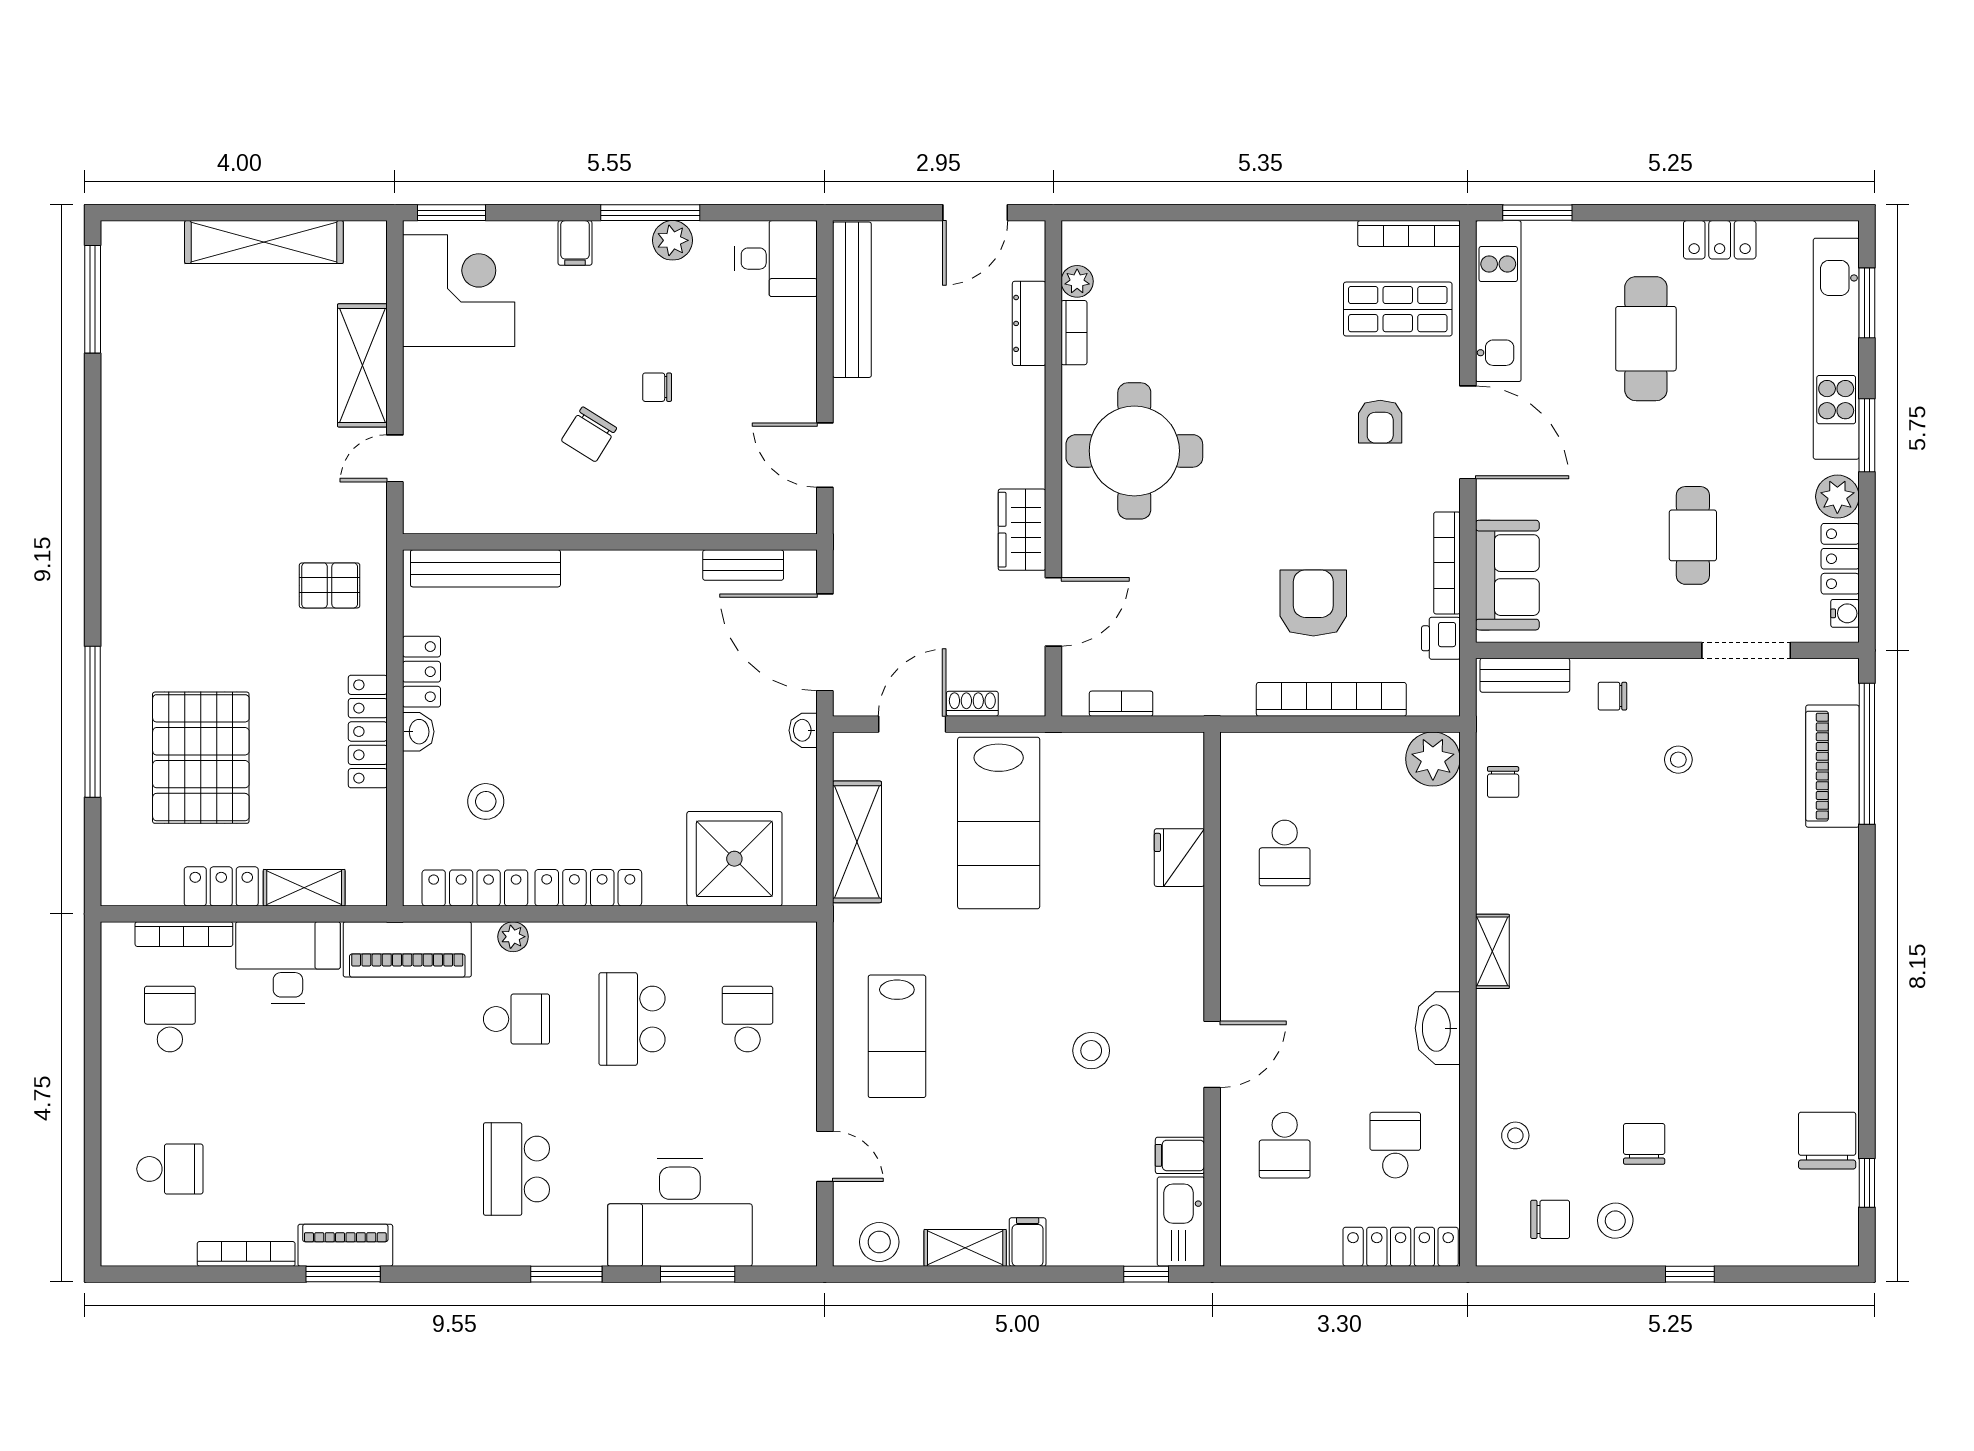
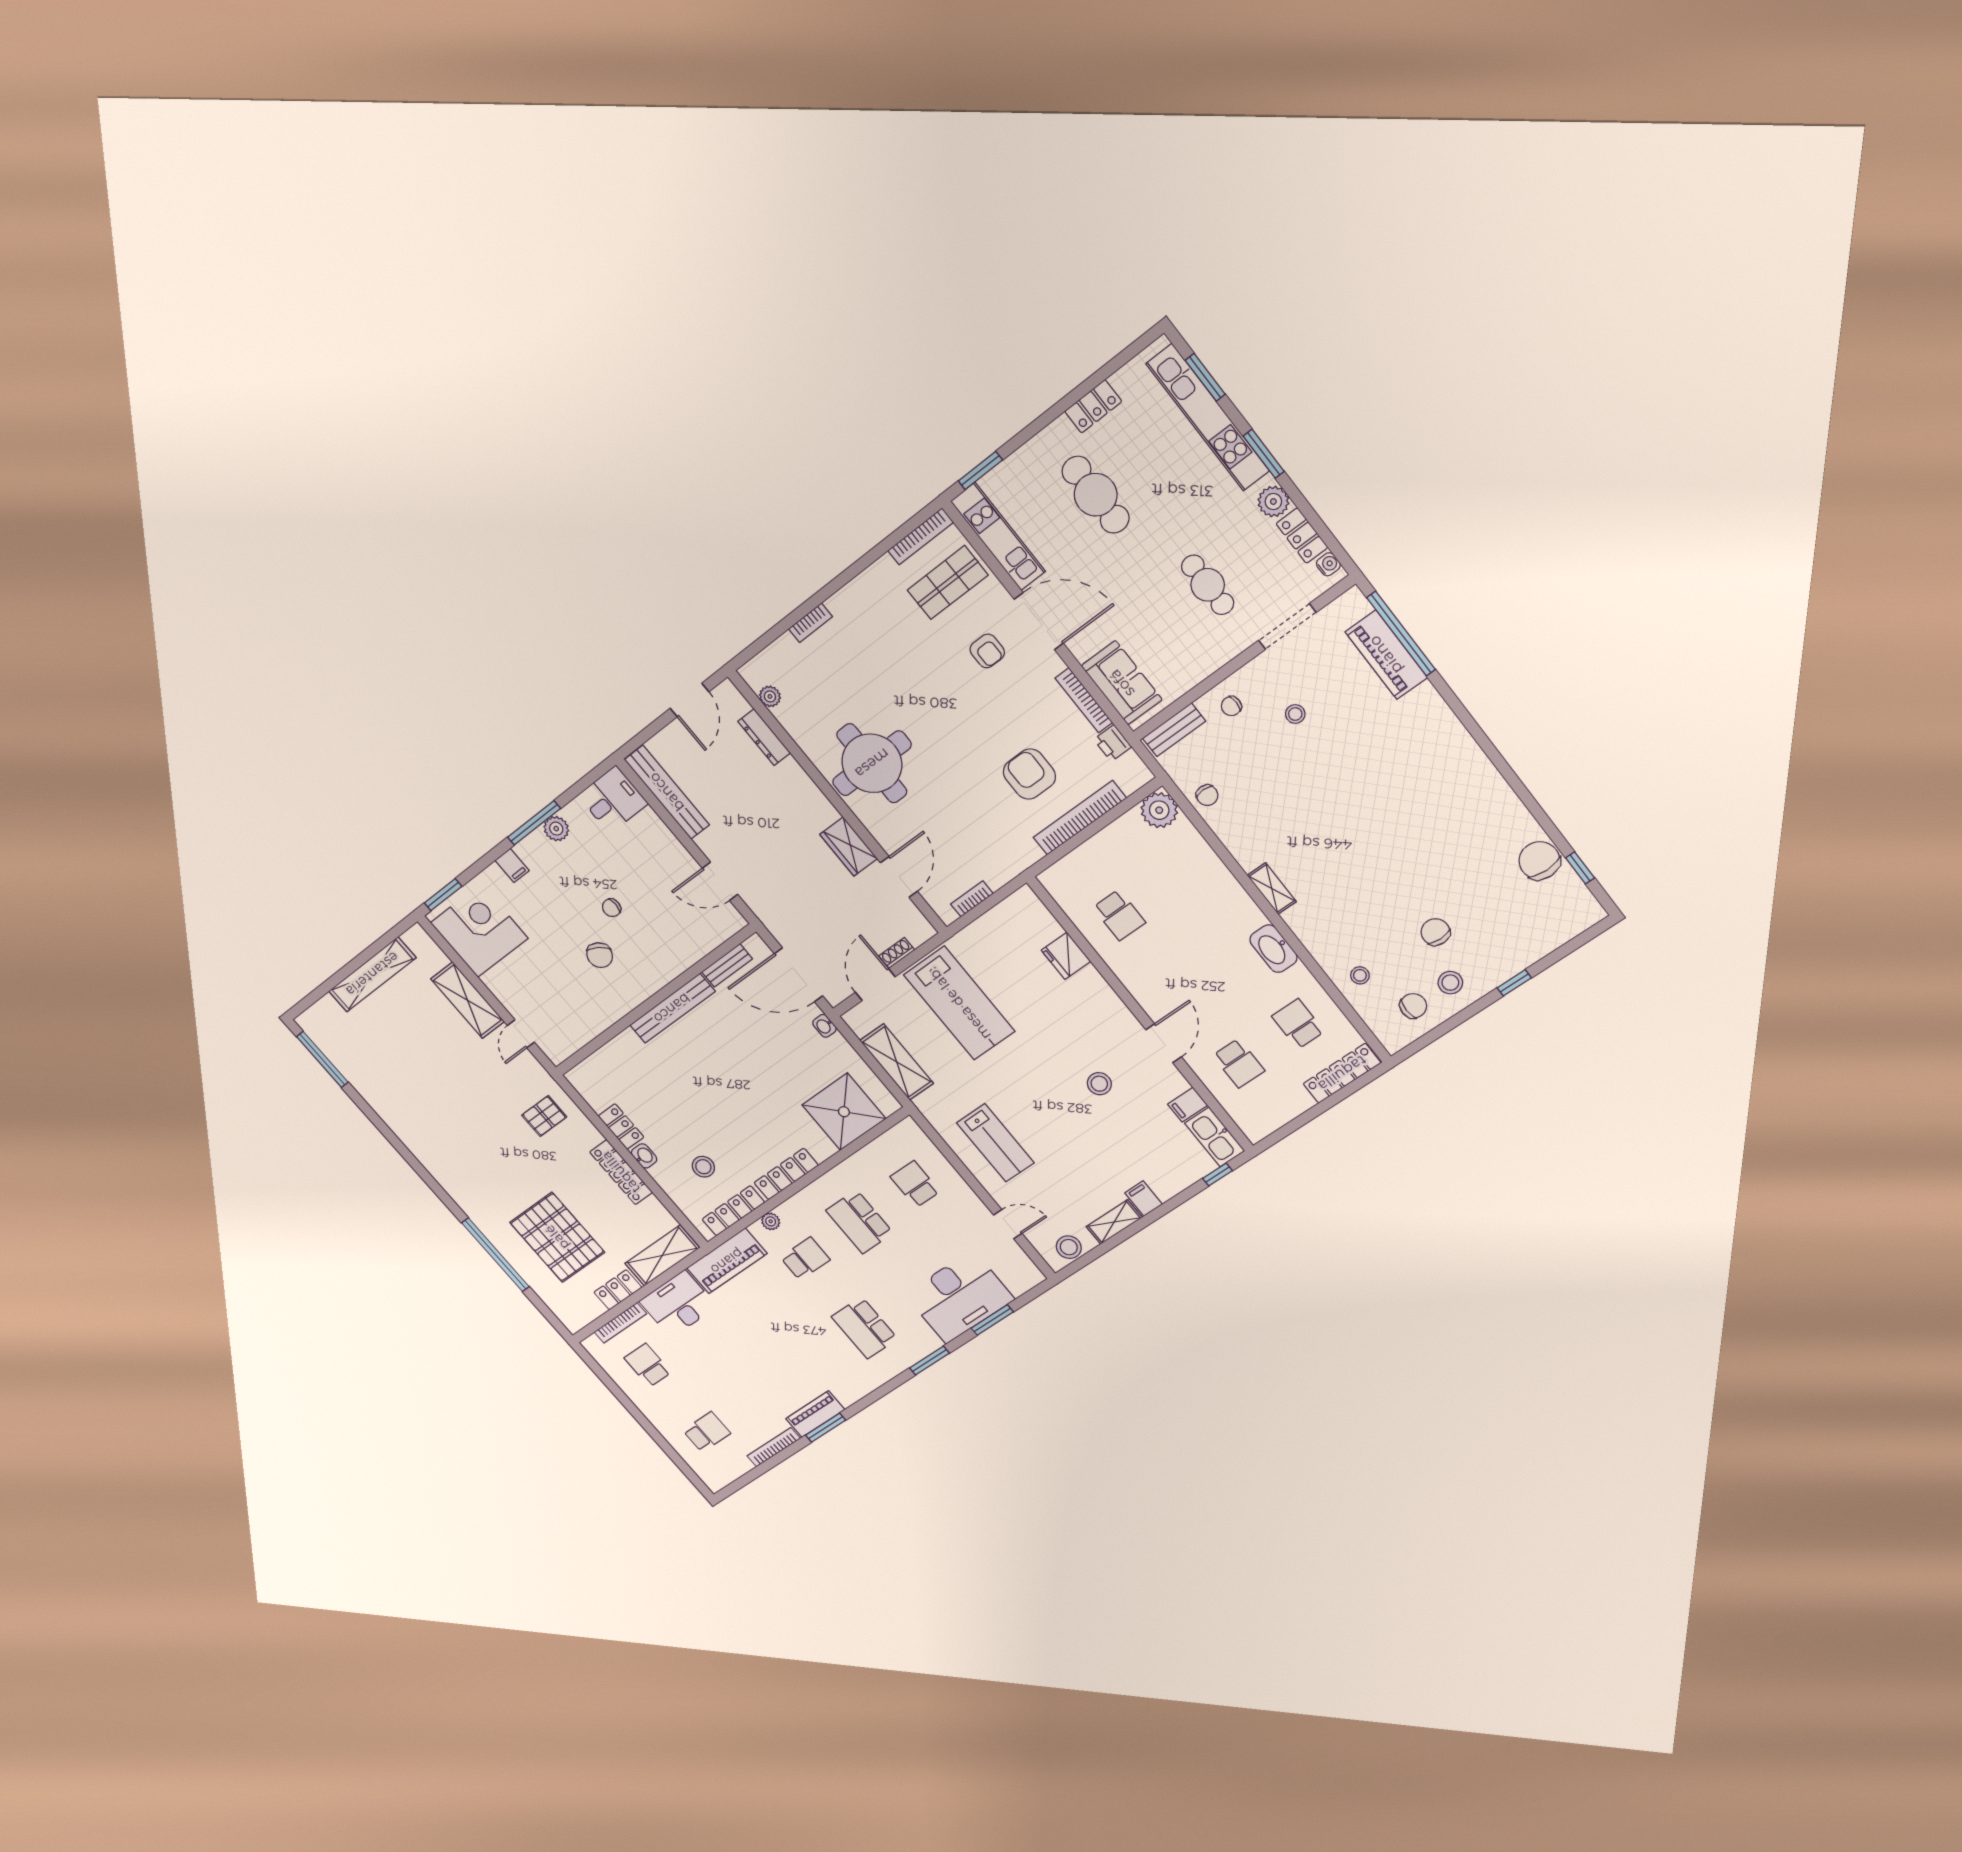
bookcase: (1074, 333) -> (811, 623), moved, turned 90
bench: (485, 568) -> (672, 1008), moved
shelving: (304, 888) -> (662, 1256), width x1.50, depth x1.33

